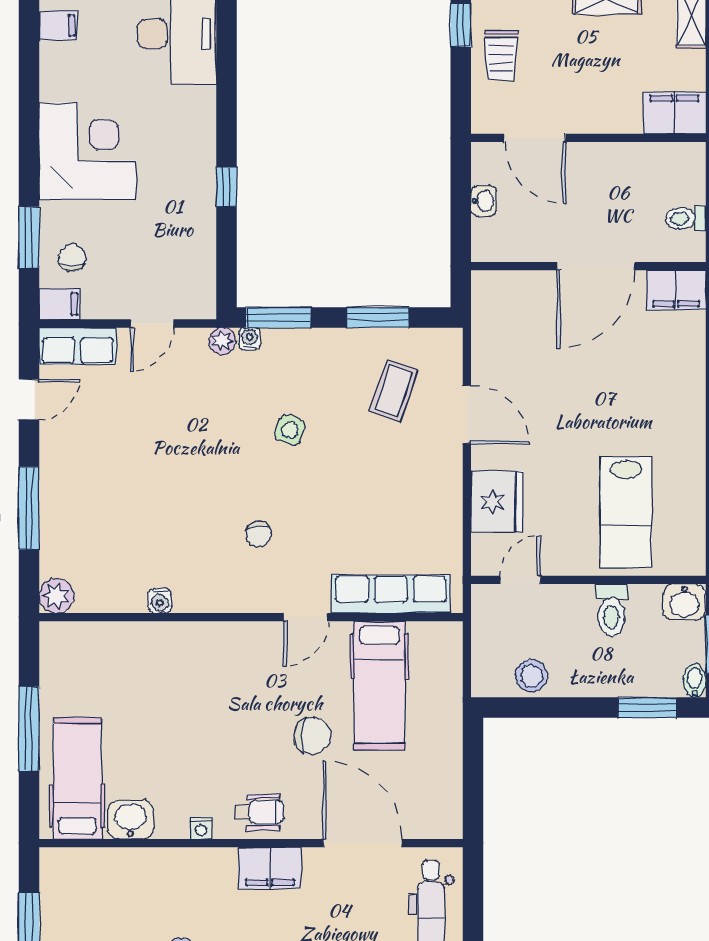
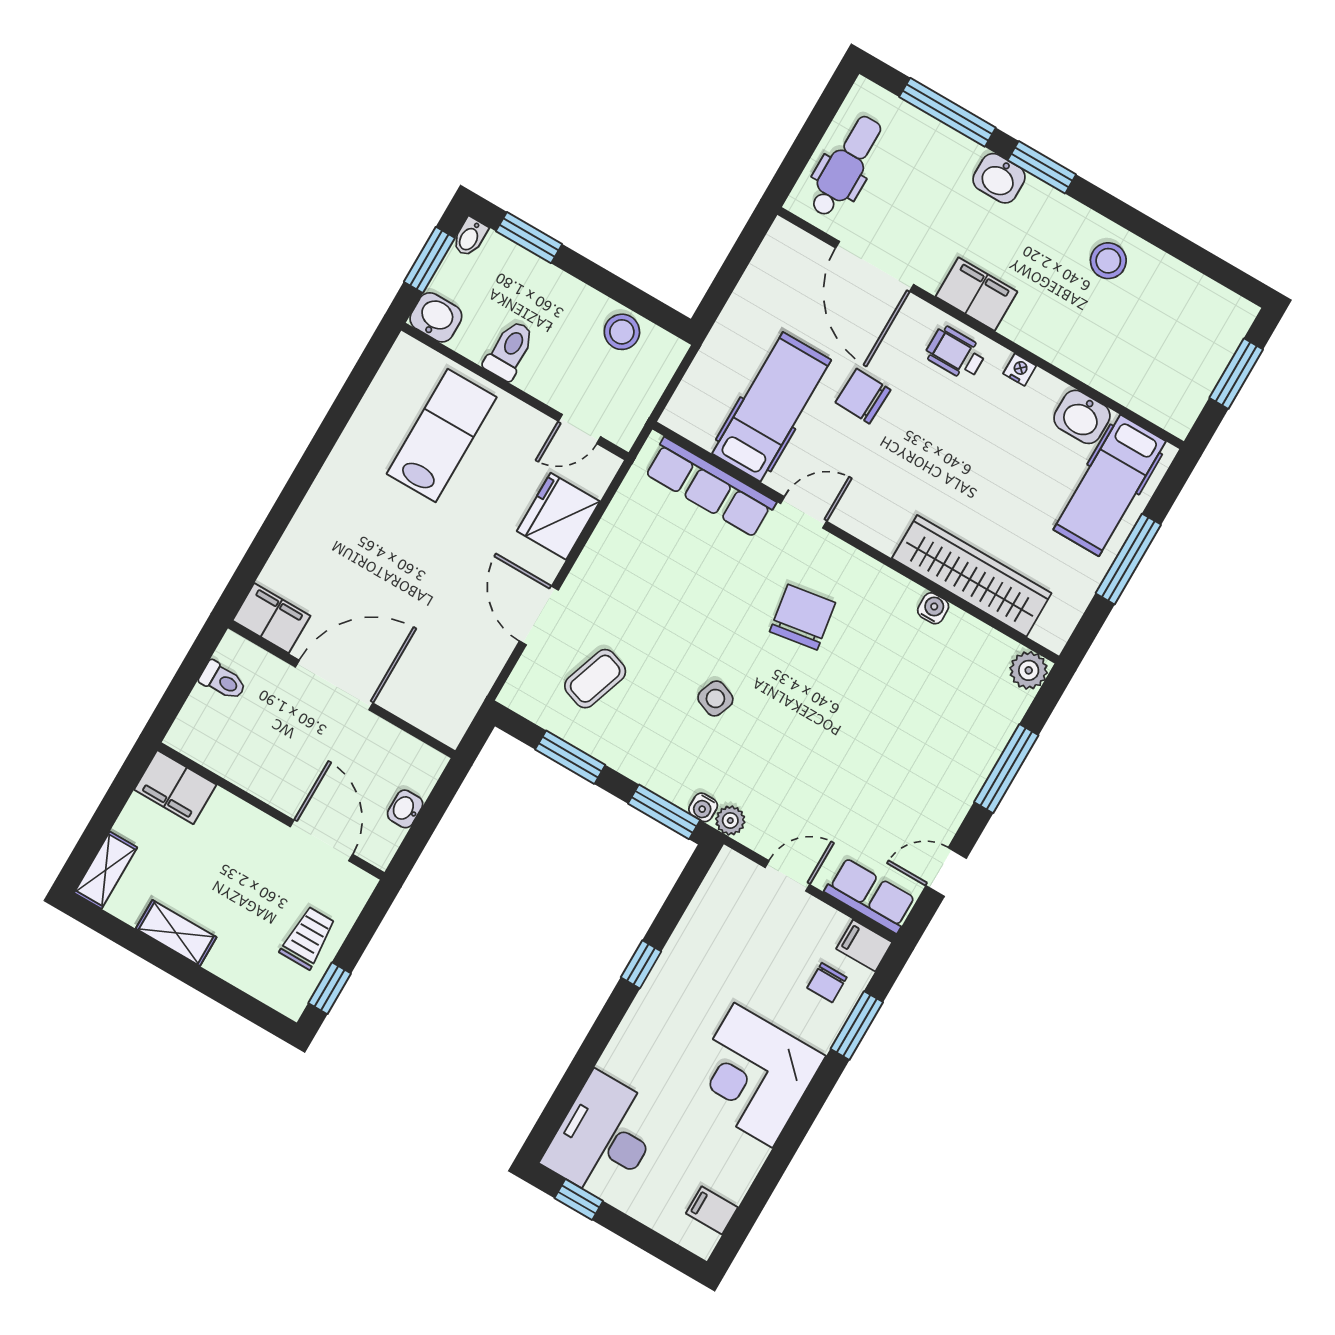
chair: (259, 534) -> (803, 617), width x1.87, depth x1.87
wardrobe: (144, 644) -> (972, 576), added

